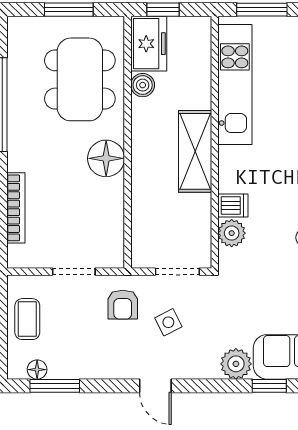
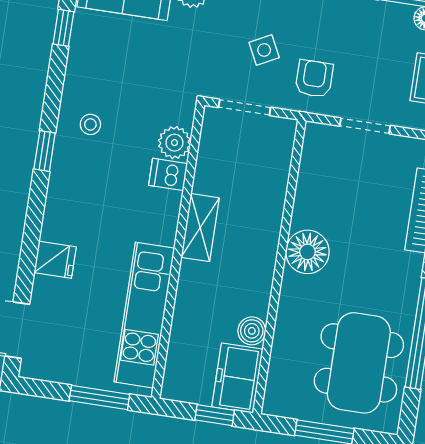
dining table: (80, 79) -> (359, 363), moved
shelving: (195, 151) -> (200, 228), width x0.67, depth x0.75

